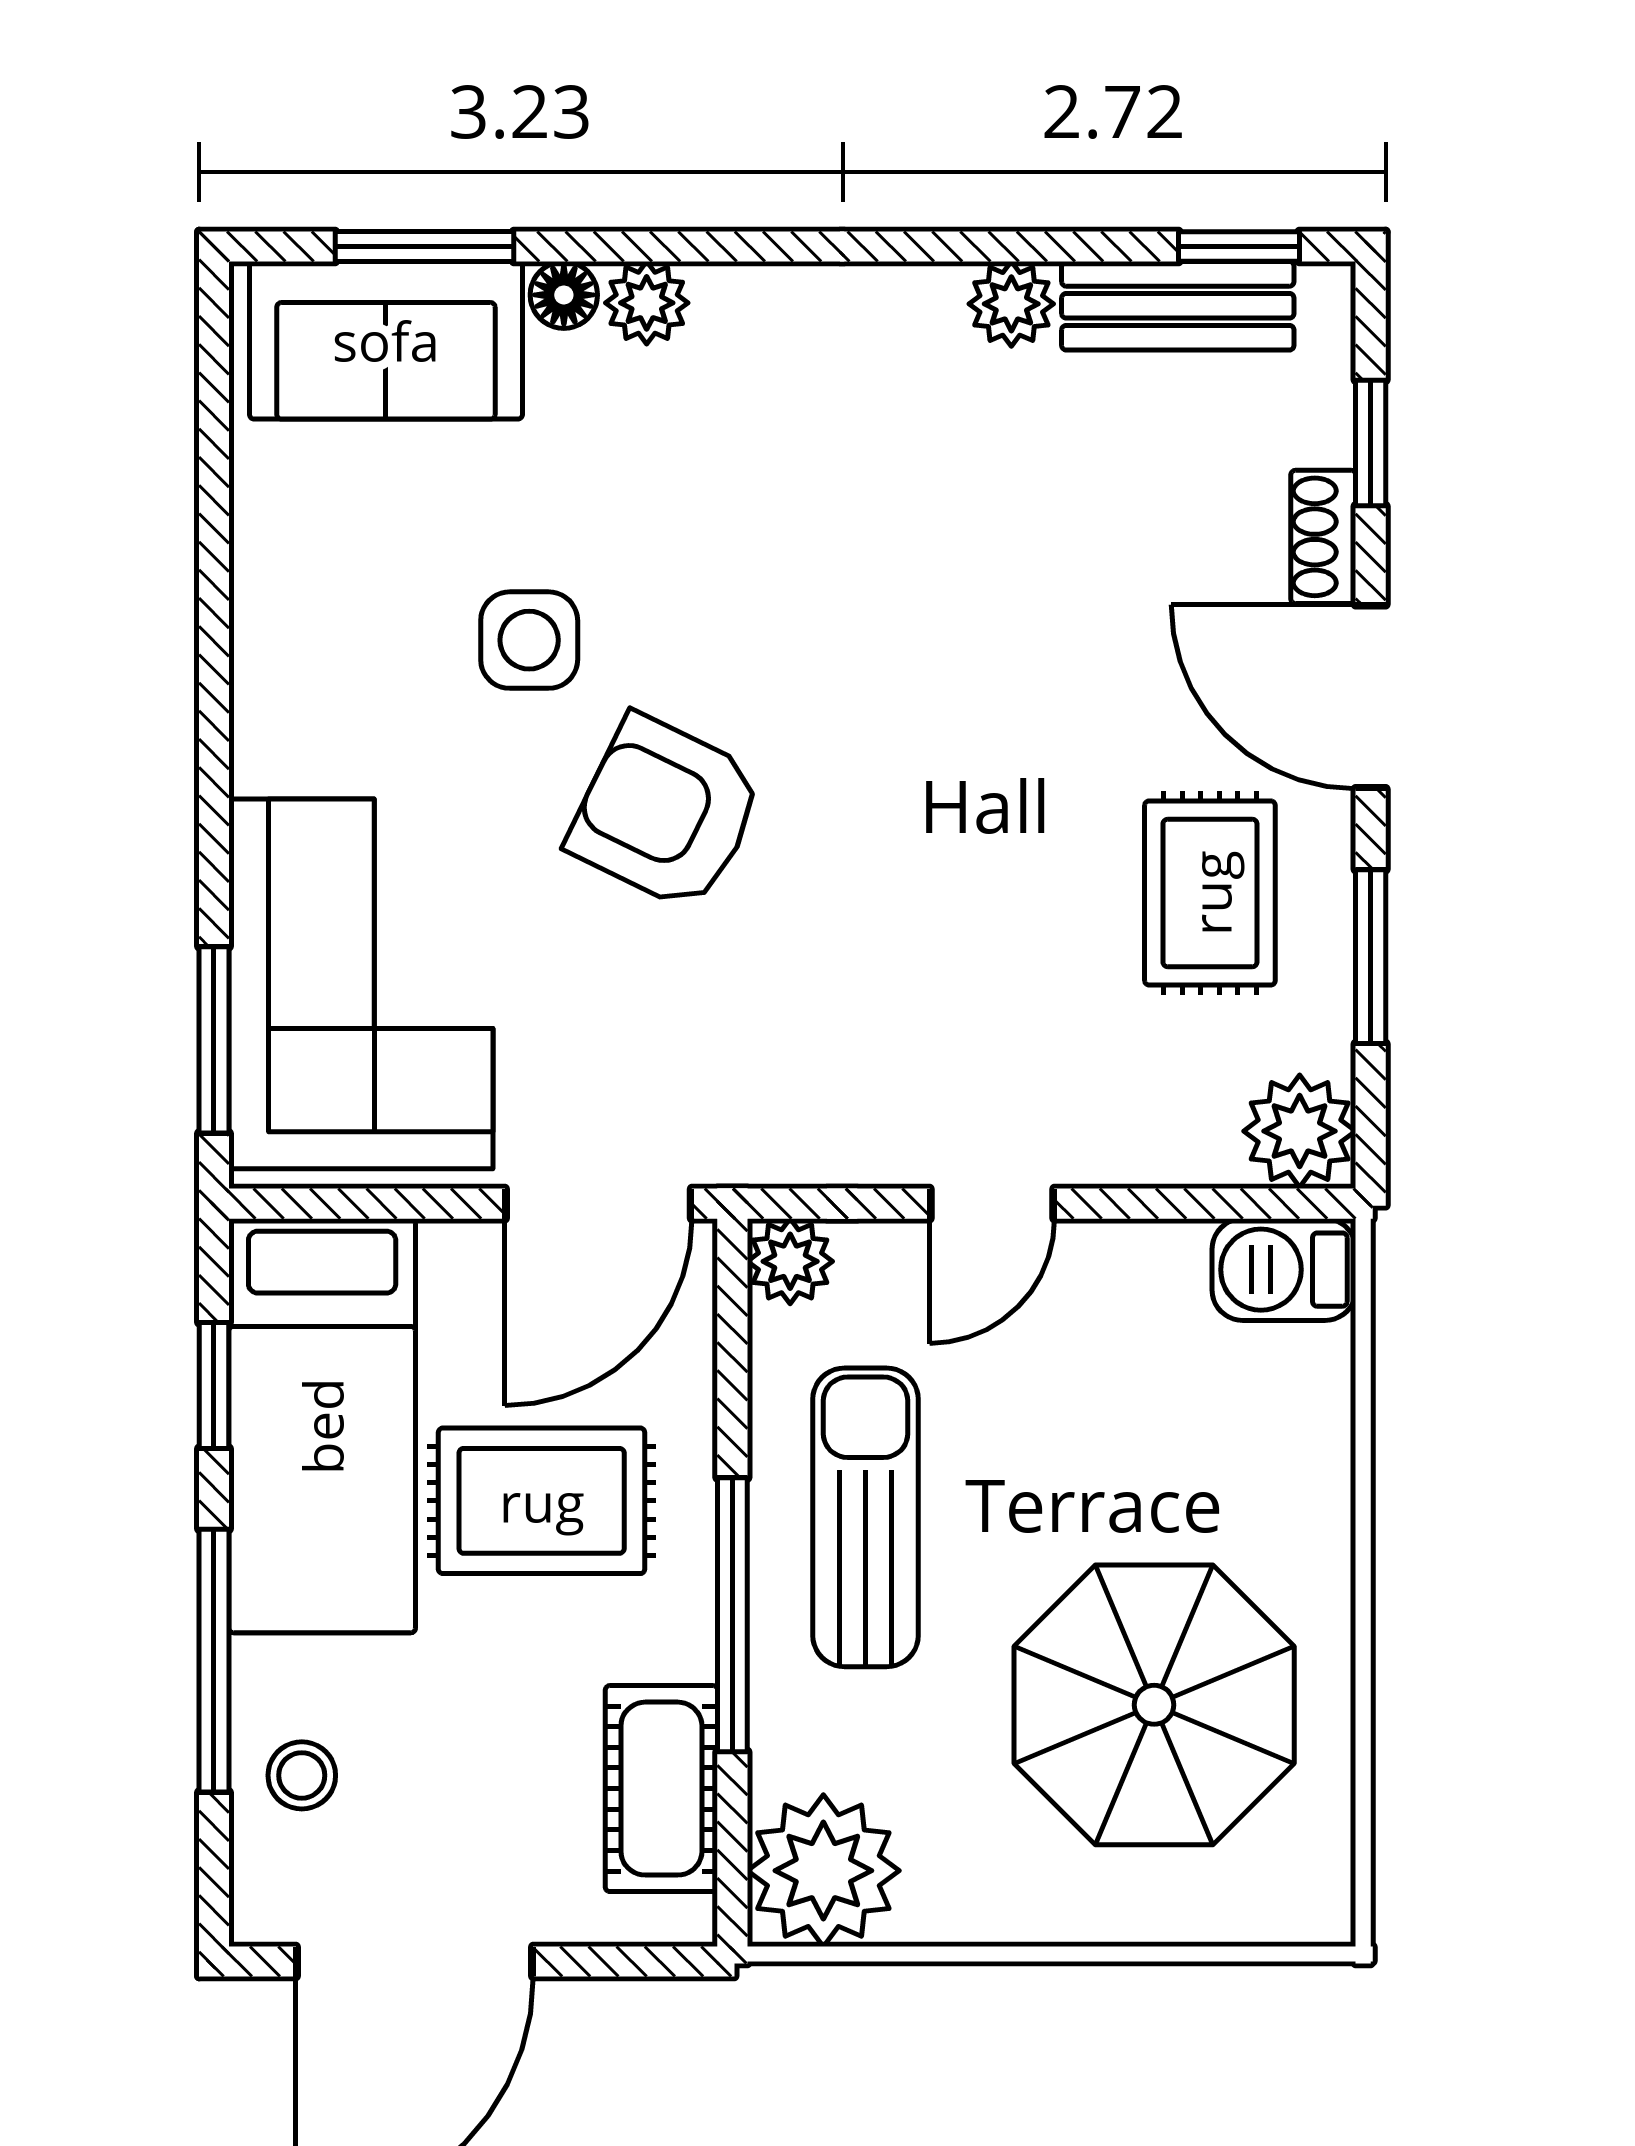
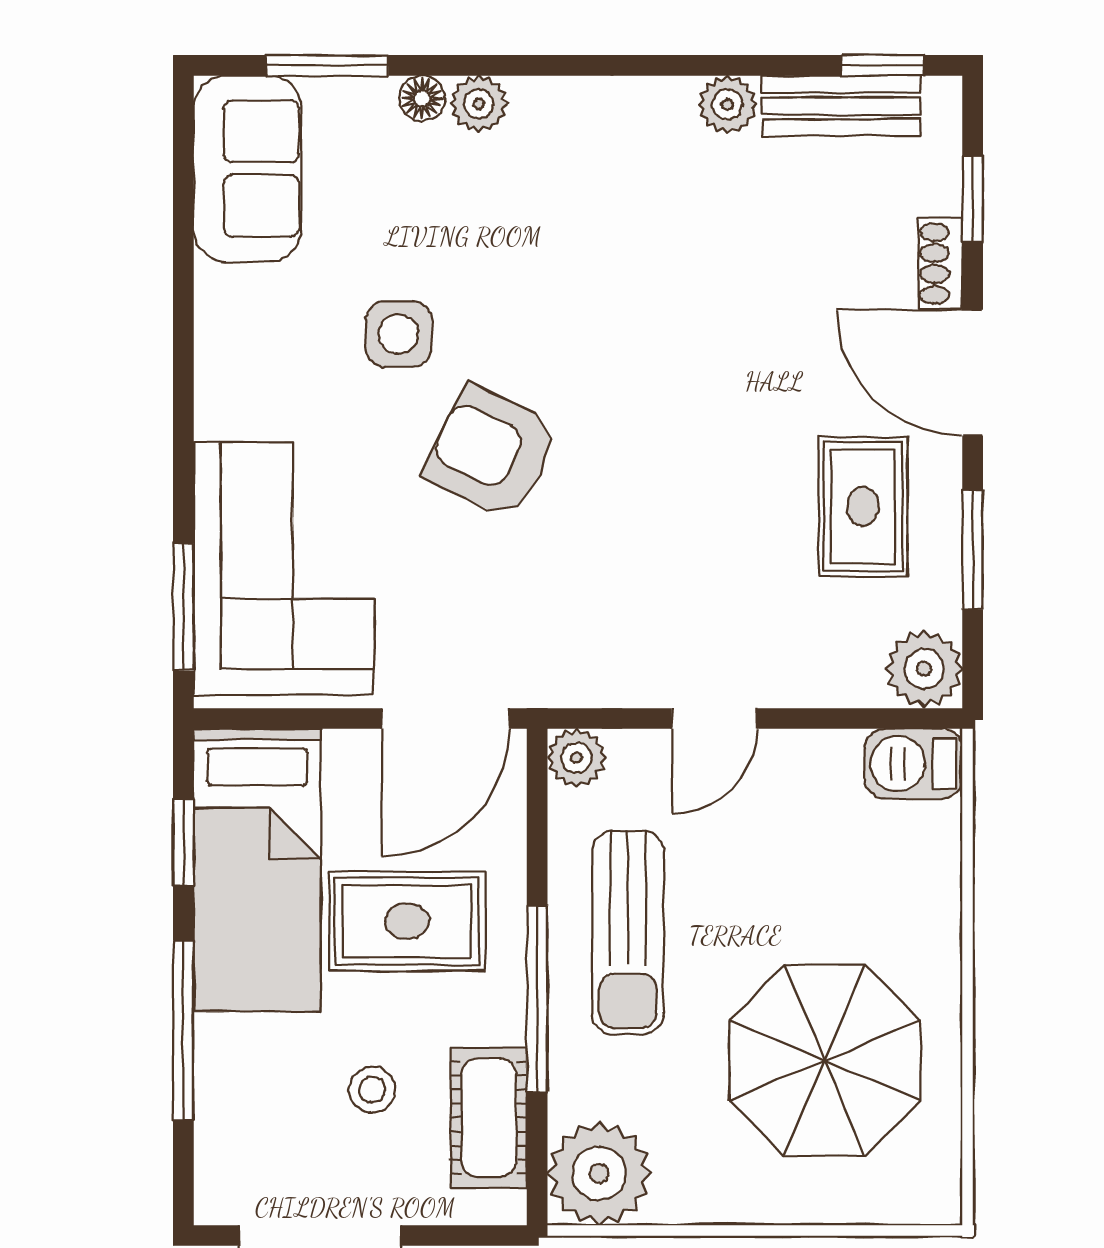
sofa: (386, 340) -> (247, 169), moved, turned -90
sun lounger: (866, 1517) -> (628, 932), turned 180
stool: (302, 1775) -> (372, 1090), moved

